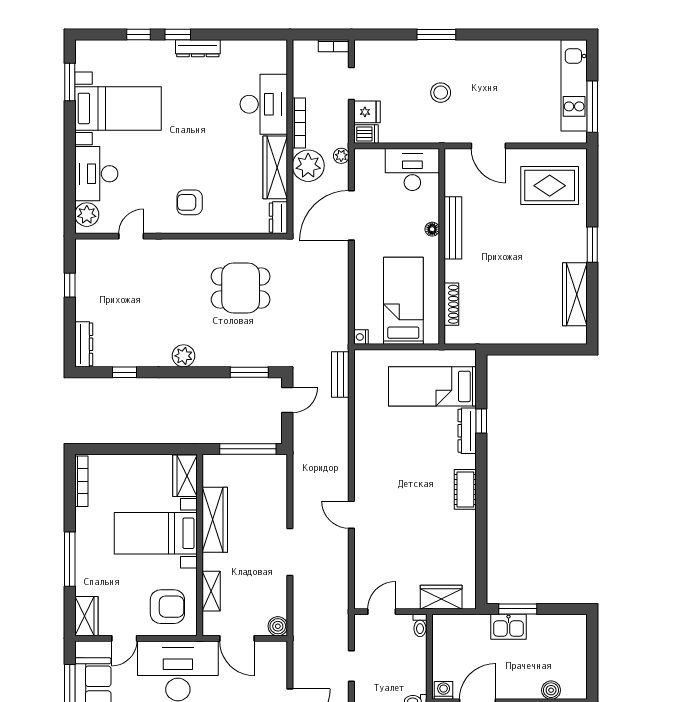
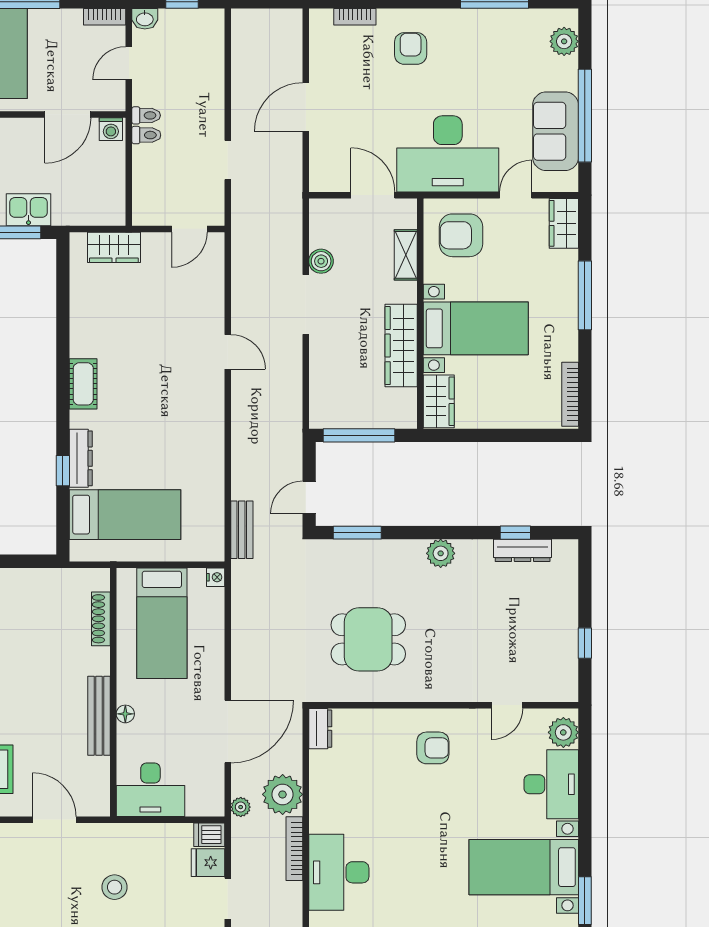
wardrobe: (275, 167) -> (324, 792), removed
dresser: (84, 344) -> (523, 550), moved, turned -90
toilet: (420, 625) -> (146, 135), moved, turned 90
boiler: (278, 626) -> (321, 261), moved

